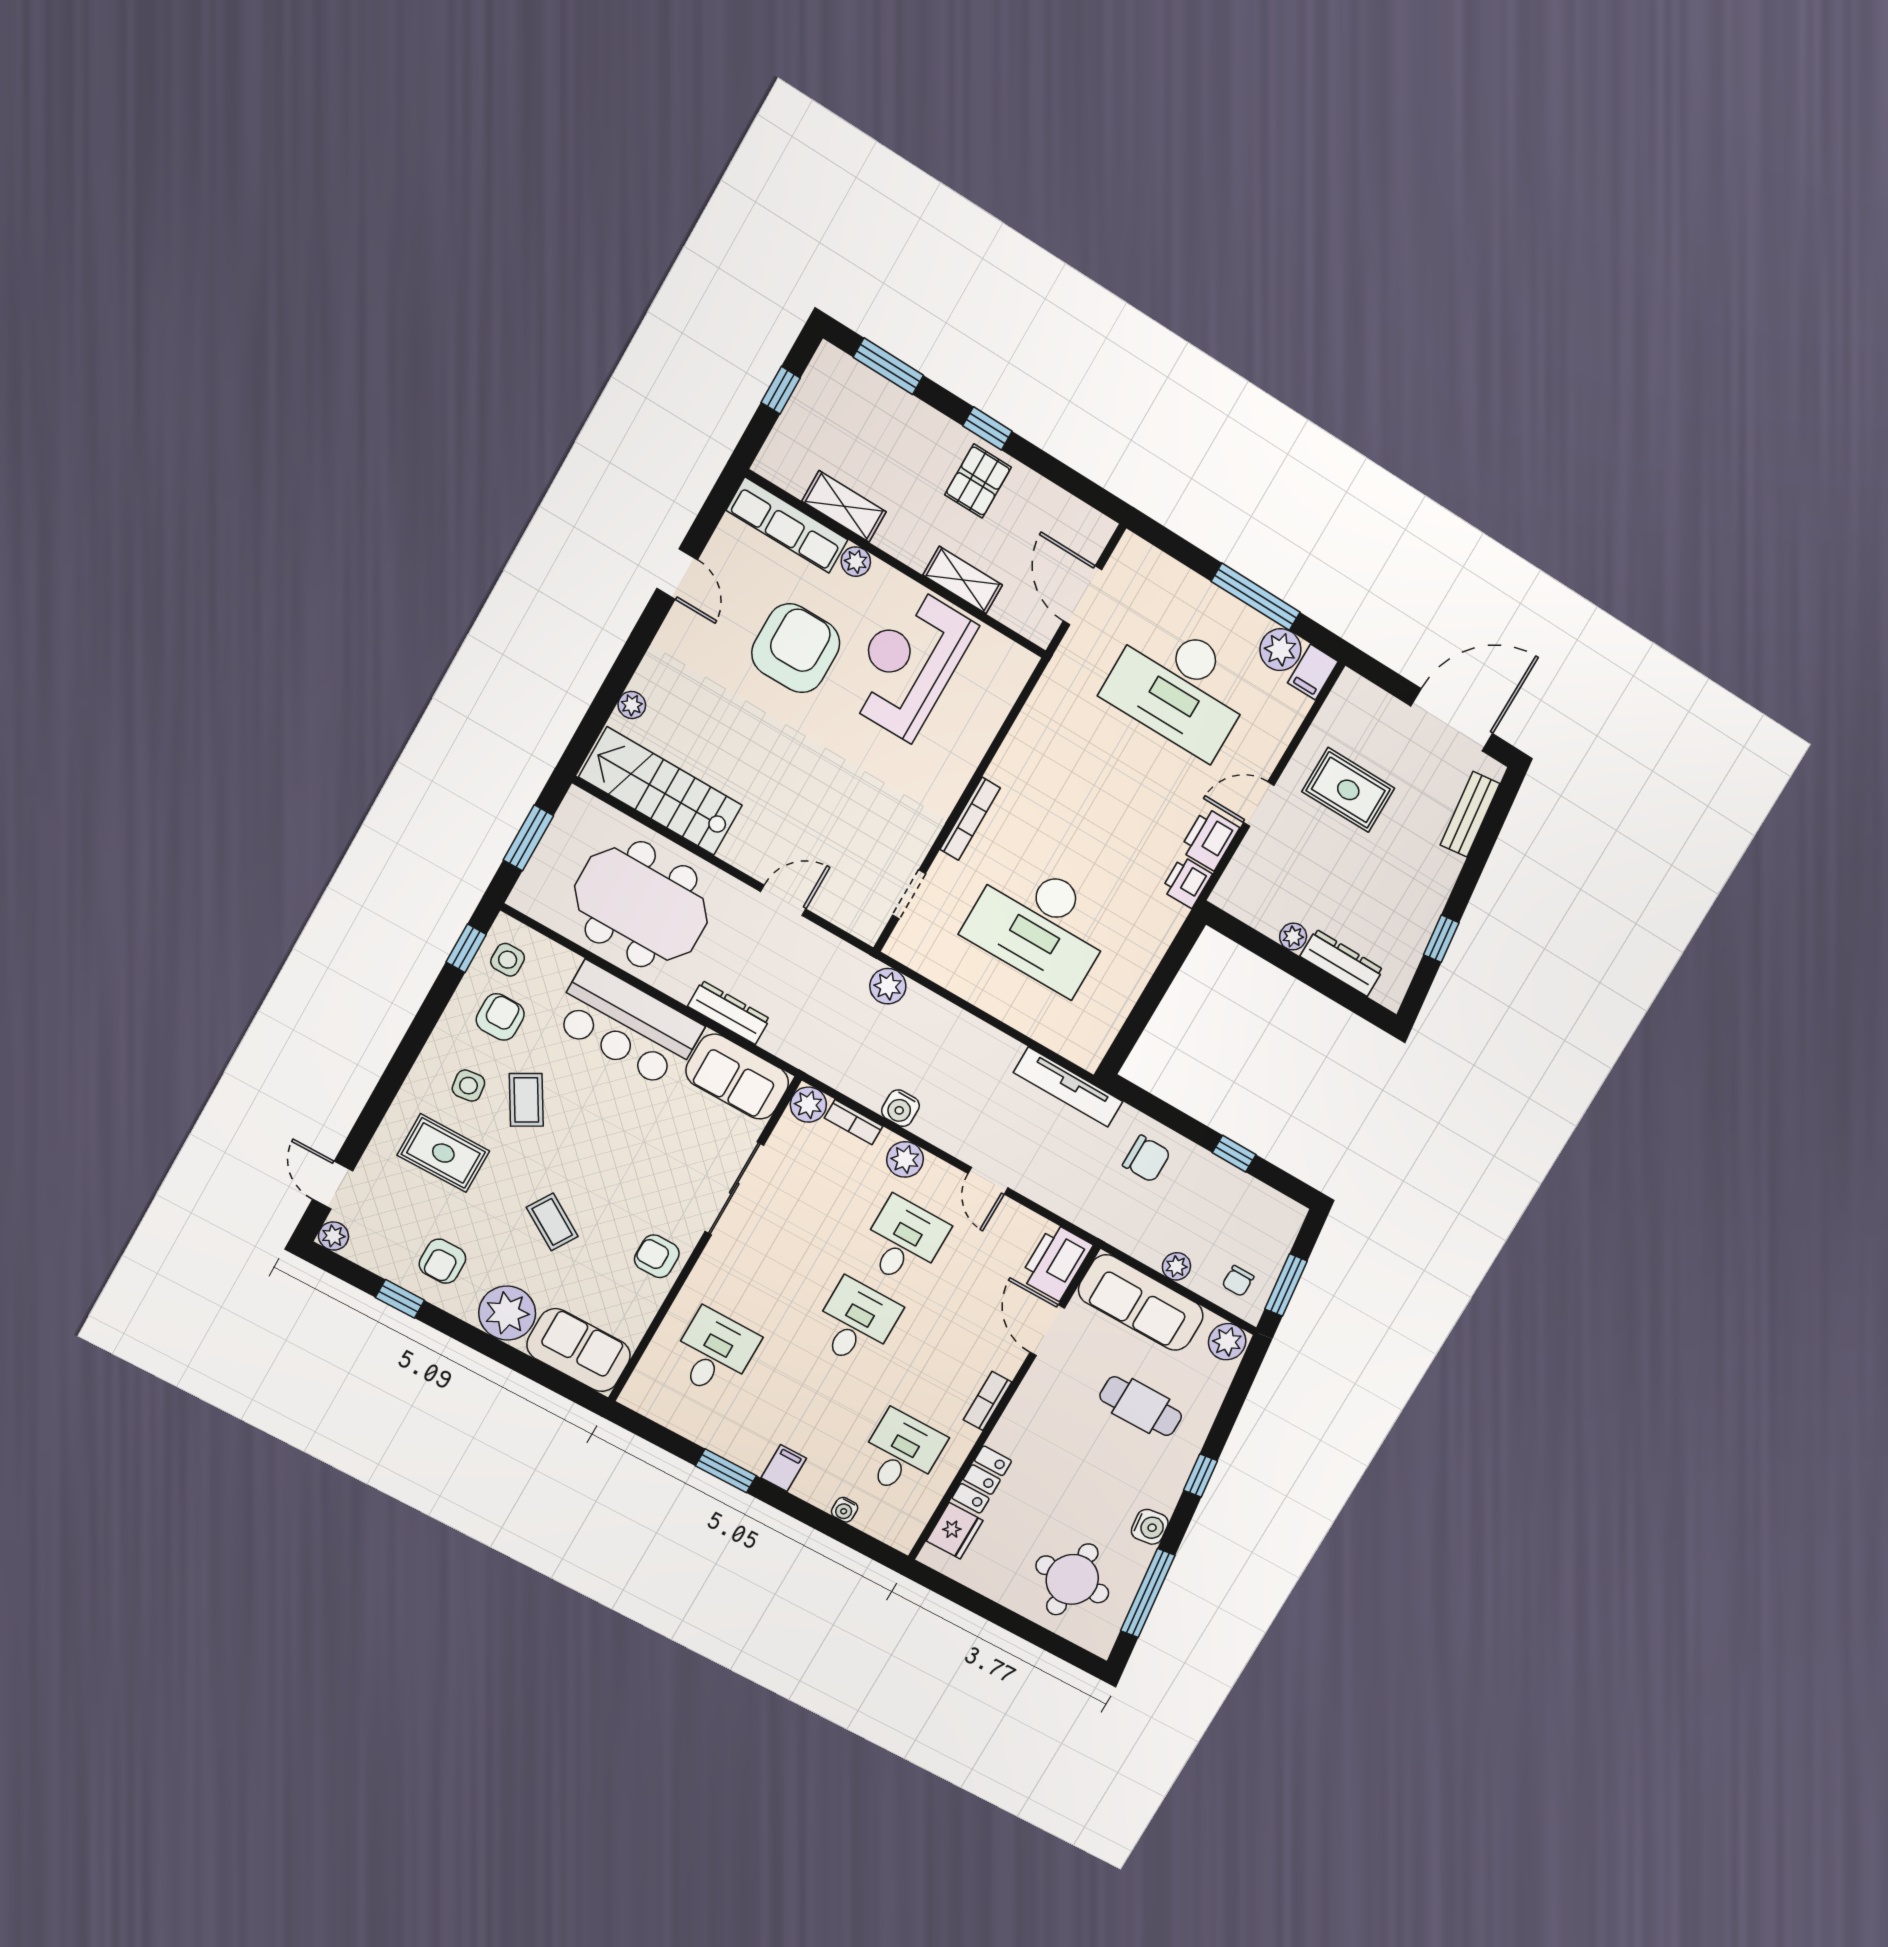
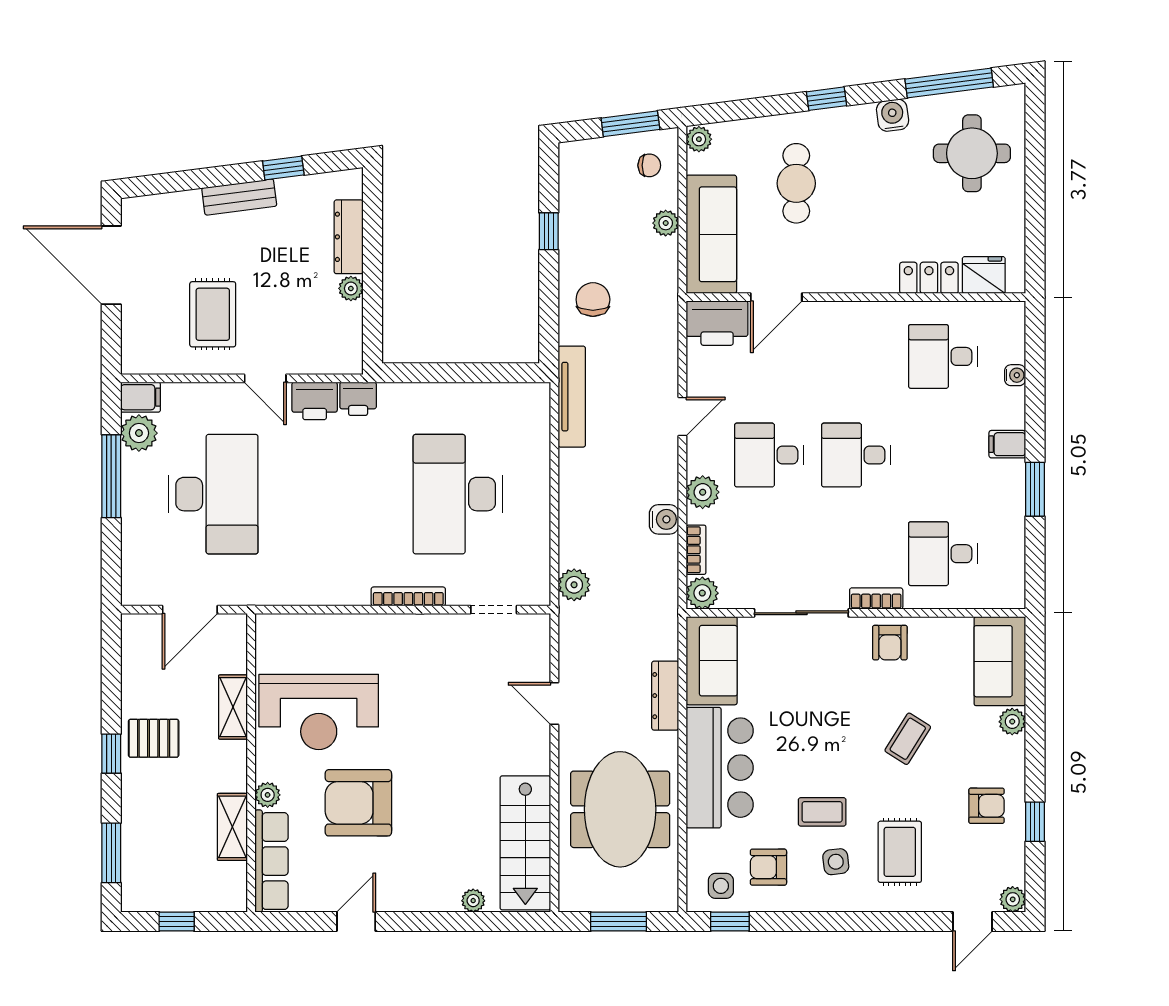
bench: (1470, 814) -> (239, 197), moved
desk: (1040, 925) -> (458, 494), turned 180
coffee table: (526, 1100) -> (822, 812), turned 30
plant: (507, 1313) -> (1012, 722), width x0.53, depth x0.53
plant: (1227, 1342) -> (699, 139), width x0.73, depth x0.73
bookcase: (987, 1401) -> (876, 598), moved, turned 180

